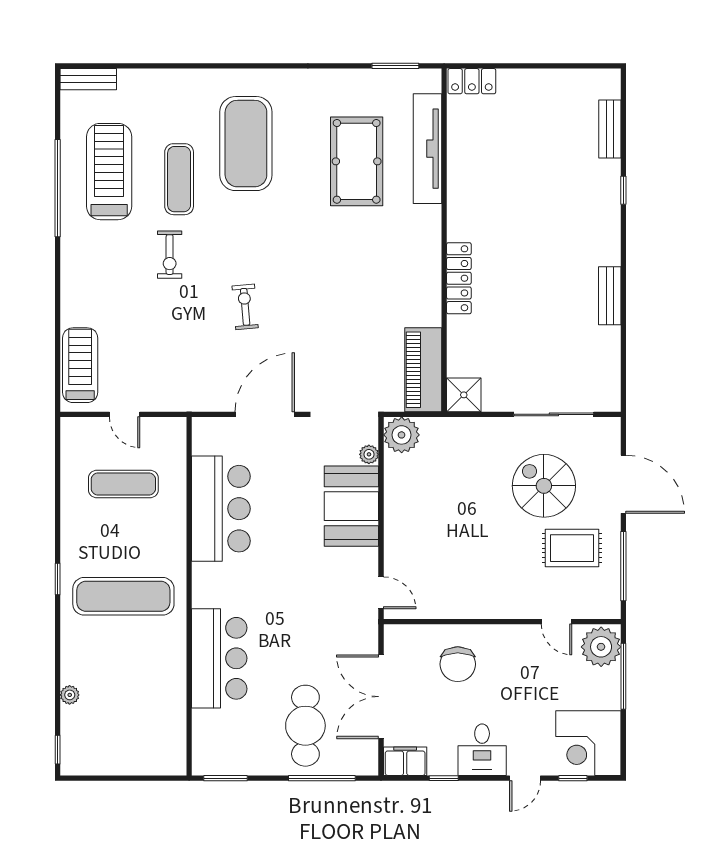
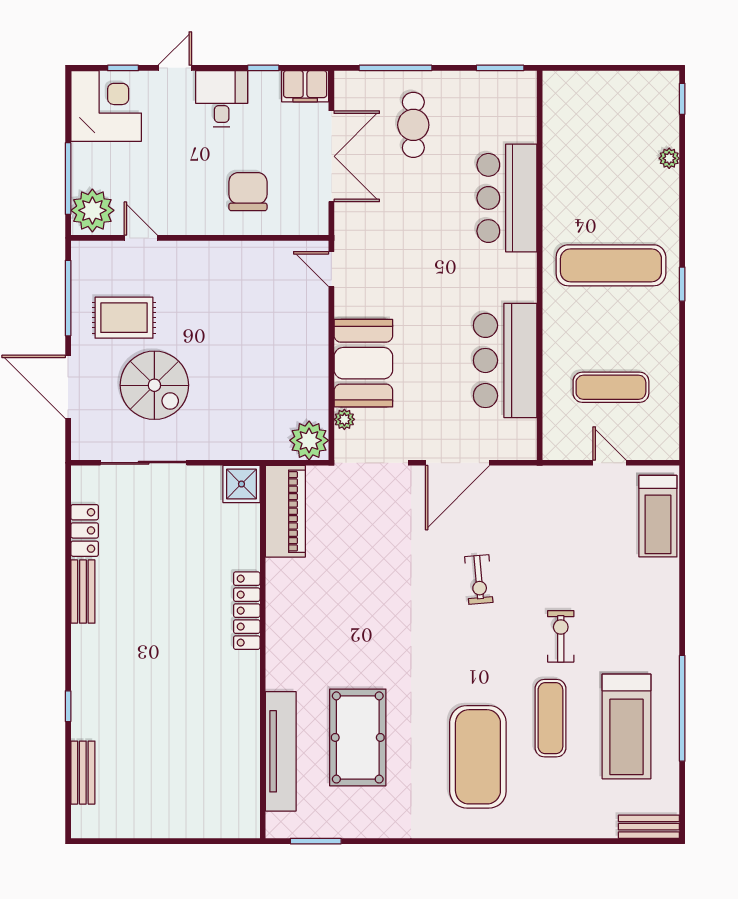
locker: (472, 81) -> (85, 530), moved, turned 90
cafe table: (305, 726) -> (413, 125), width x0.73, depth x0.74

